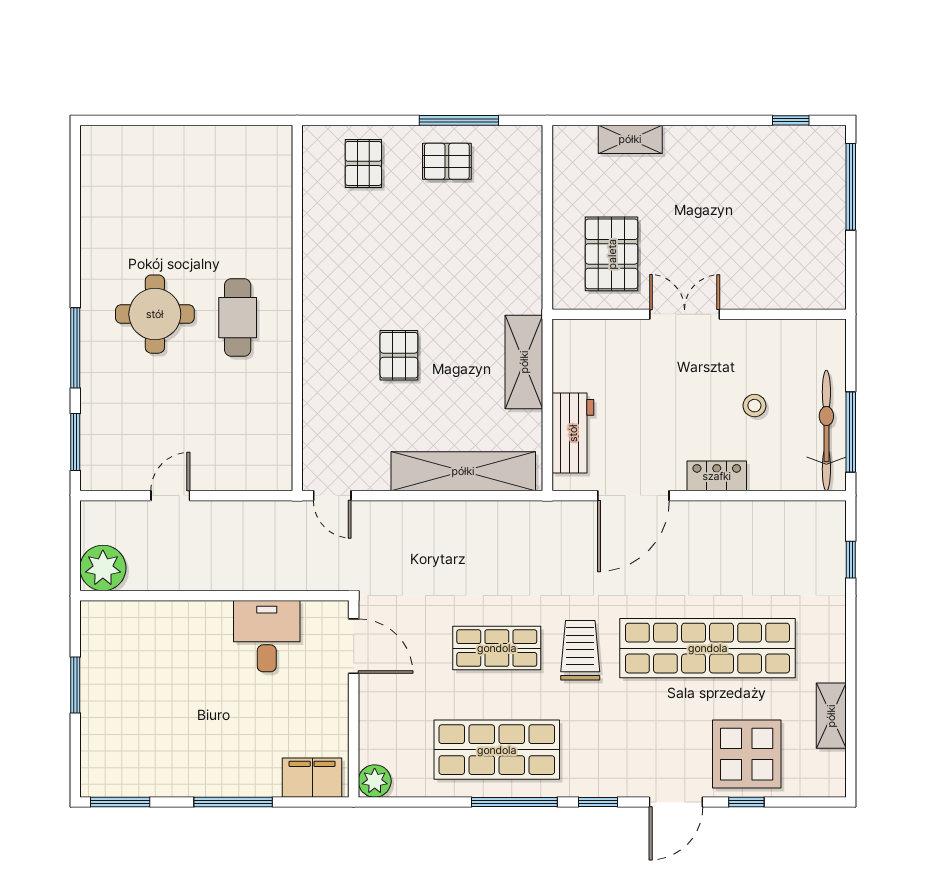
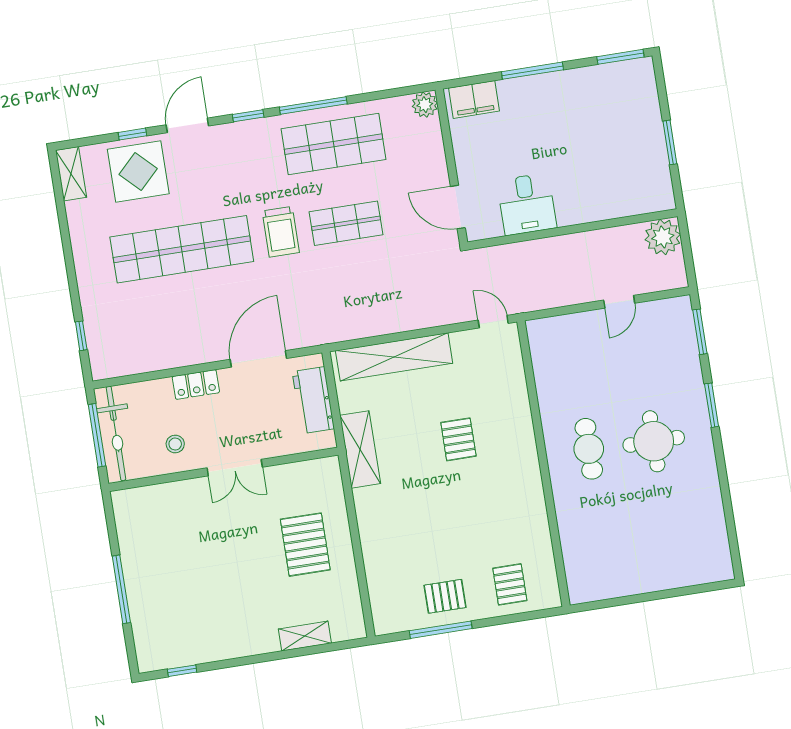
window: (851, 187) -> (121, 589), moved
double door: (685, 314) -> (235, 468), moved
wall: (699, 314) -> (223, 469), moved
window: (75, 348) -> (712, 405), width x0.69
shelving: (831, 716) -> (71, 174), moved

